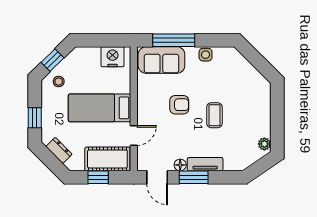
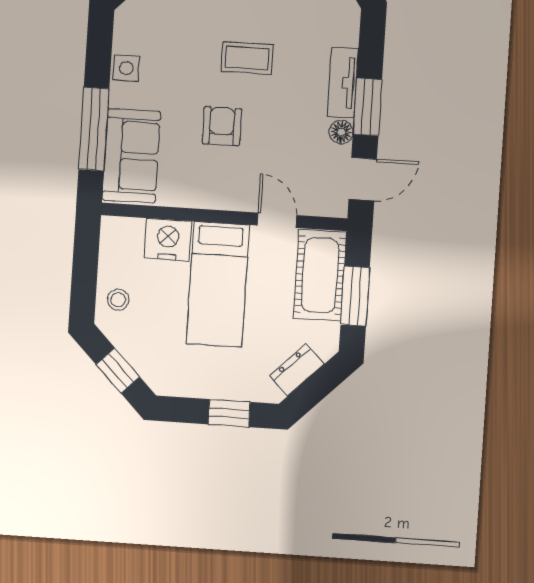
nightstand: (113, 57) -> (168, 240), moved, turned 90
stool: (59, 82) -> (118, 300), moved
window: (98, 177) -> (355, 296), width x1.50

